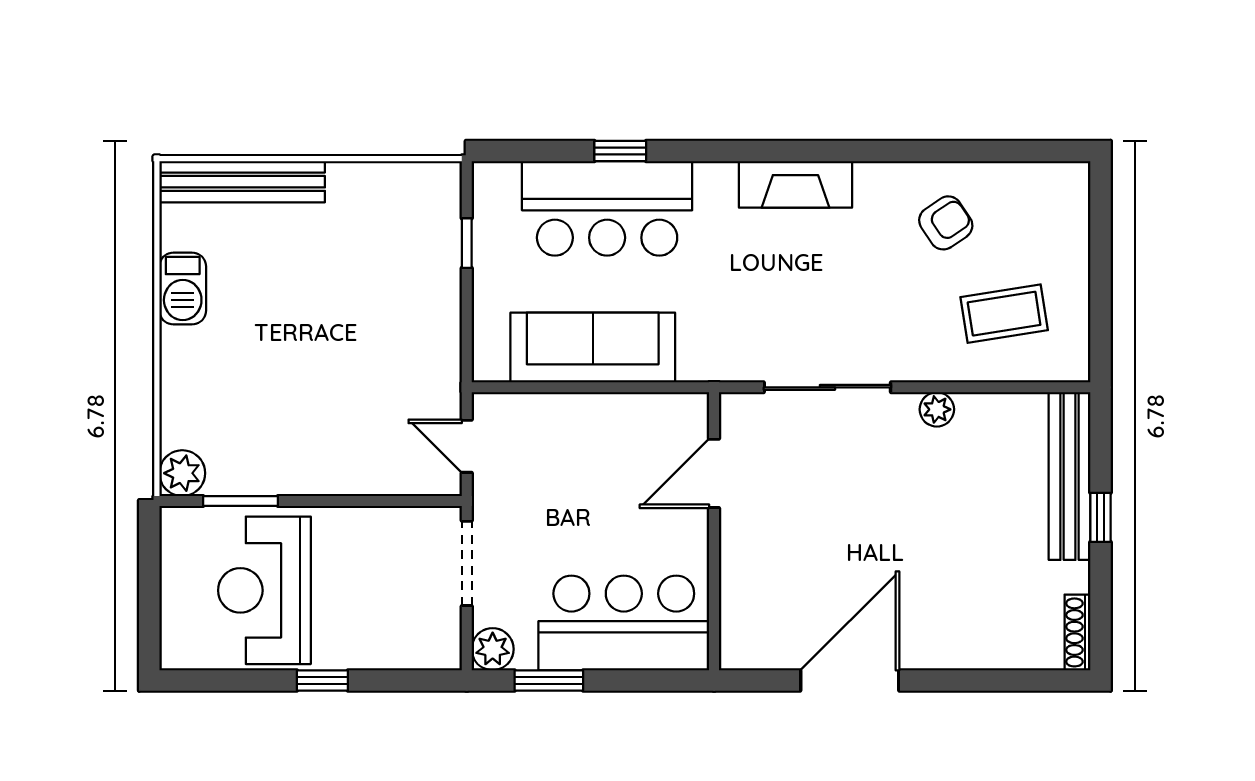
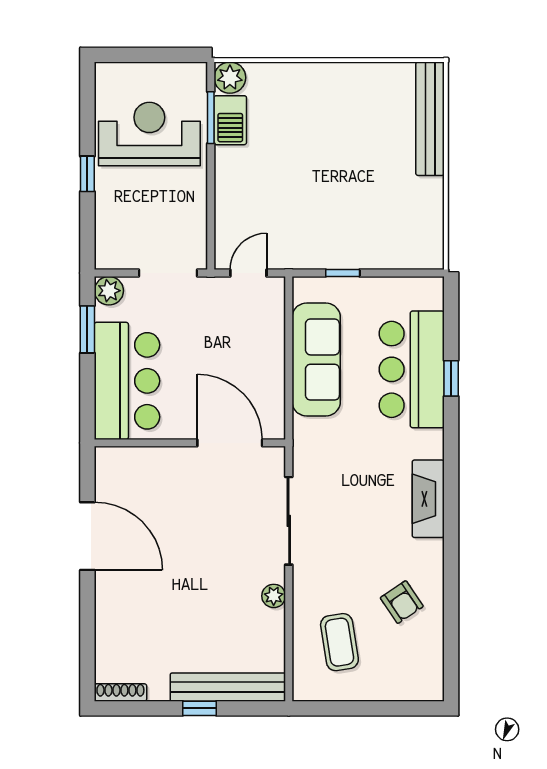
window: (467, 243) -> (343, 273), moved
barbecue: (183, 289) -> (230, 120), moved, turned -90
door: (714, 473) -> (230, 443), width x1.36

